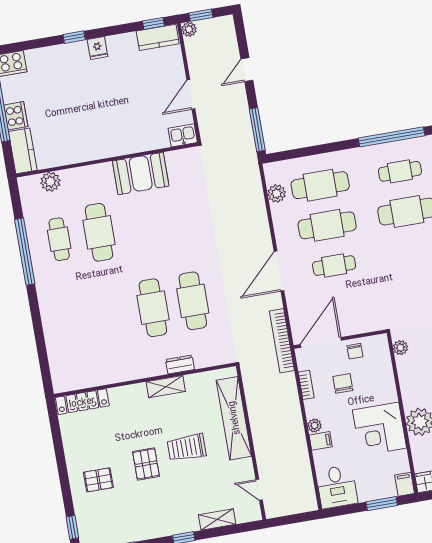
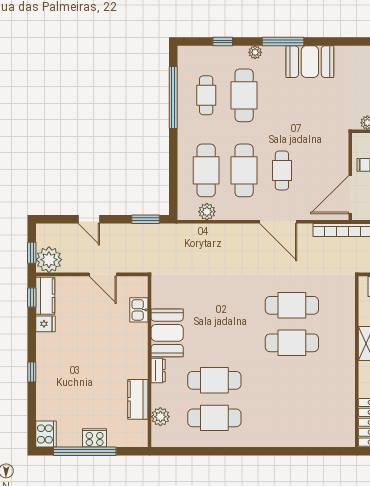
plant: (189, 29) -> (49, 260), width x1.88, depth x1.88
fridge: (98, 48) -> (45, 324), moved
window: (257, 130) -> (145, 219), width x0.69
kitchen sink: (183, 135) -> (139, 310), moved
kitchen counter: (23, 151) -> (138, 399), moved, turned -90
cafe table: (59, 239) -> (214, 418), width x1.37, depth x1.35
window: (25, 252) -> (220, 451), removed
door: (321, 342) -> (350, 195), hinge flipped
dresser: (180, 365) -> (158, 371), moved, turned 180

